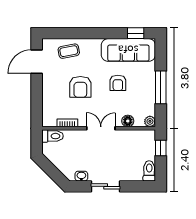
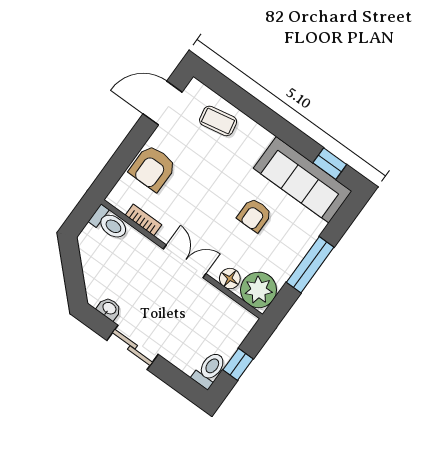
armchair: (80, 87) -> (153, 168), moved
plant: (150, 121) -> (259, 290), width x1.87, depth x1.87
window: (161, 148) -> (238, 364), moved

